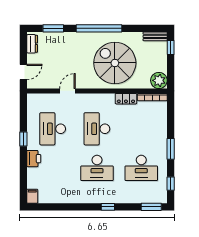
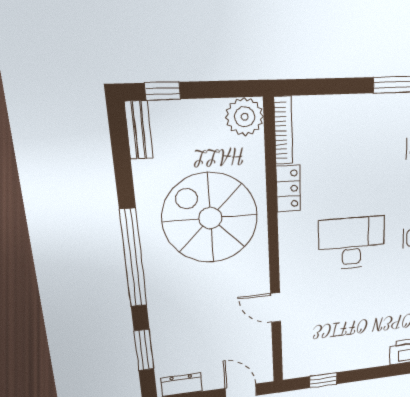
spiral stairs: (115, 63) -> (210, 218), turned 90
desk: (53, 129) -> (351, 326), removed
desk: (97, 129) -> (352, 243), turned 180
window: (23, 139) -> (323, 380), moved

